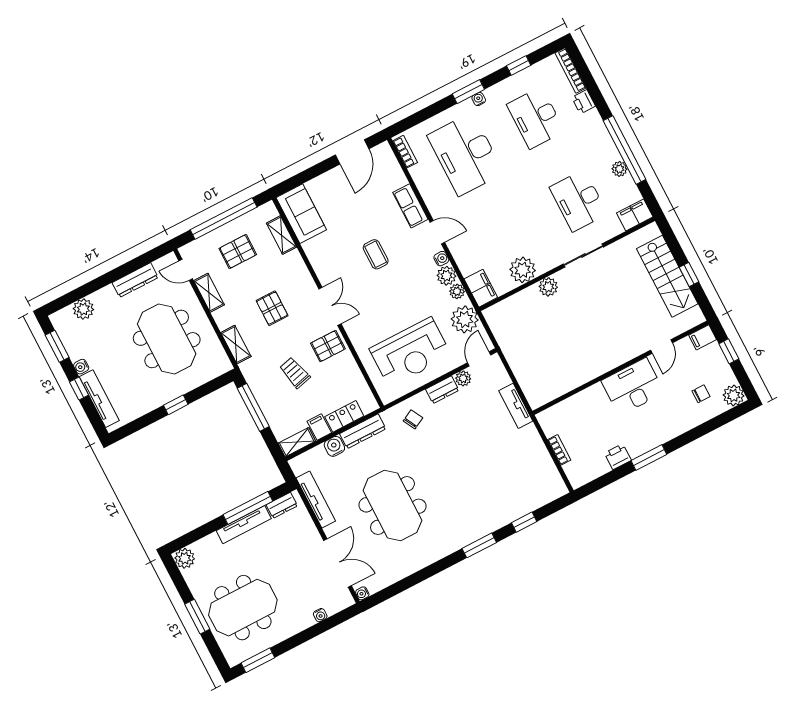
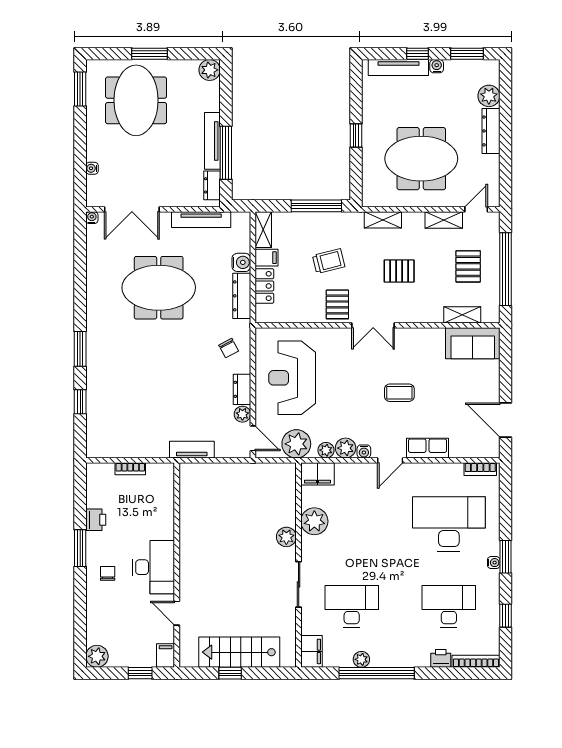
dresser: (135, 280) -> (491, 131), moved
chair: (701, 394) -> (108, 573), moved, turned 180

